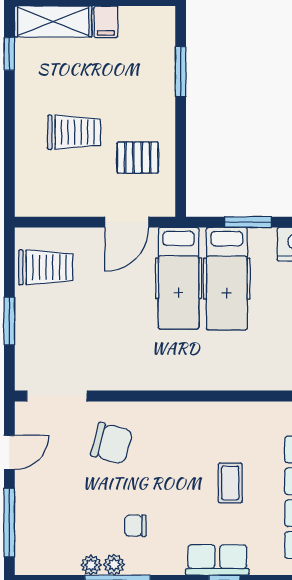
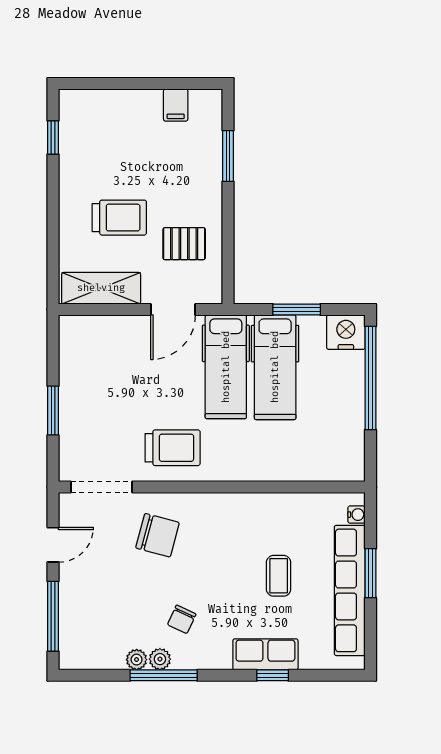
shelving: (53, 21) -> (101, 288), moved
filing cabinet: (106, 22) -> (176, 105), moved
trolley: (46, 267) -> (173, 448), moved
chair: (135, 526) -> (182, 619), turned -65

